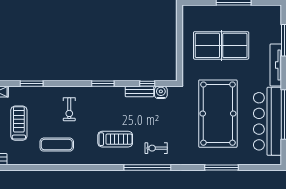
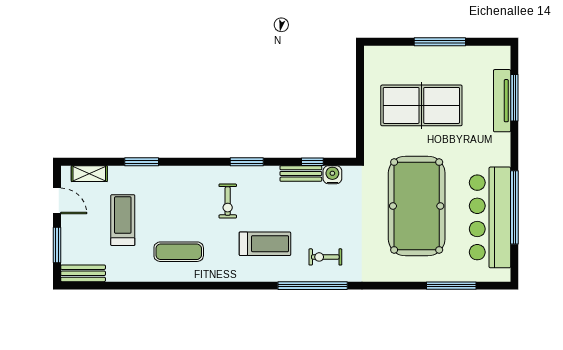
tv unit: (276, 65) -> (502, 101), moved
exercise bike: (69, 109) -> (228, 201), moved
window: (221, 167) -> (451, 286), moved

